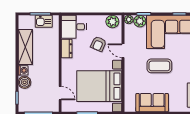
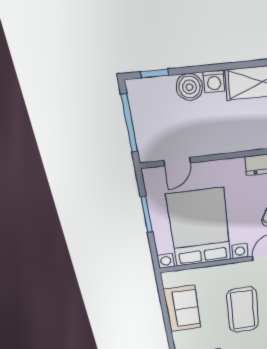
coffee table: (159, 66) -> (243, 310), width x1.36, depth x1.32

